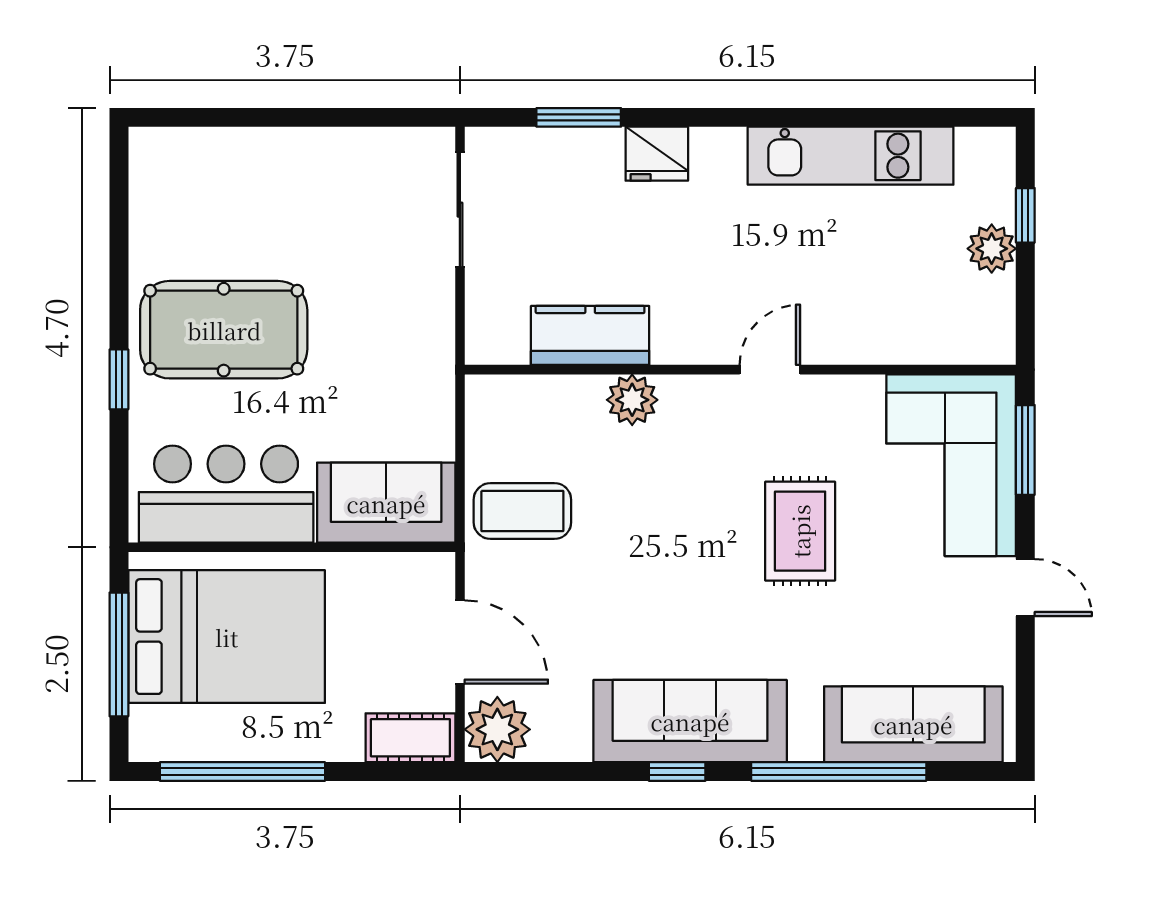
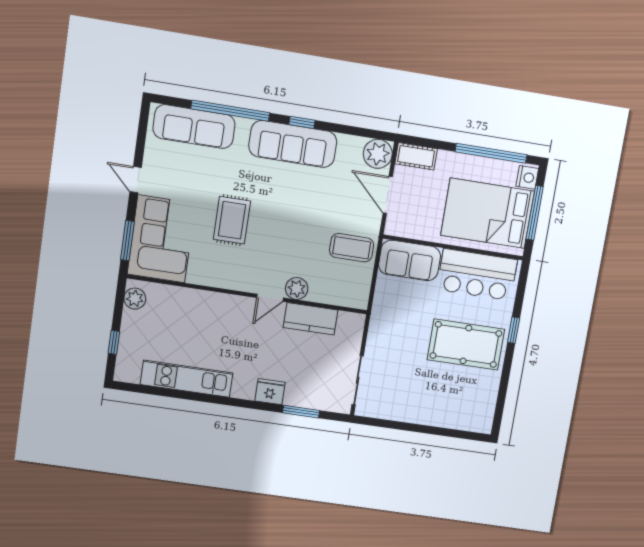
plant: (992, 249) -> (135, 299), moved
door: (770, 370) -> (270, 298), moved
nightstand: (150, 731) -> (527, 177), added

